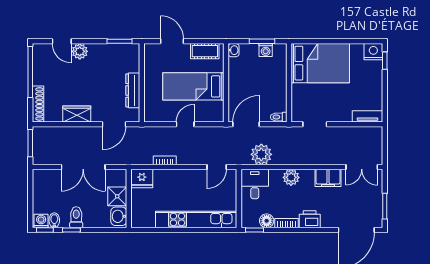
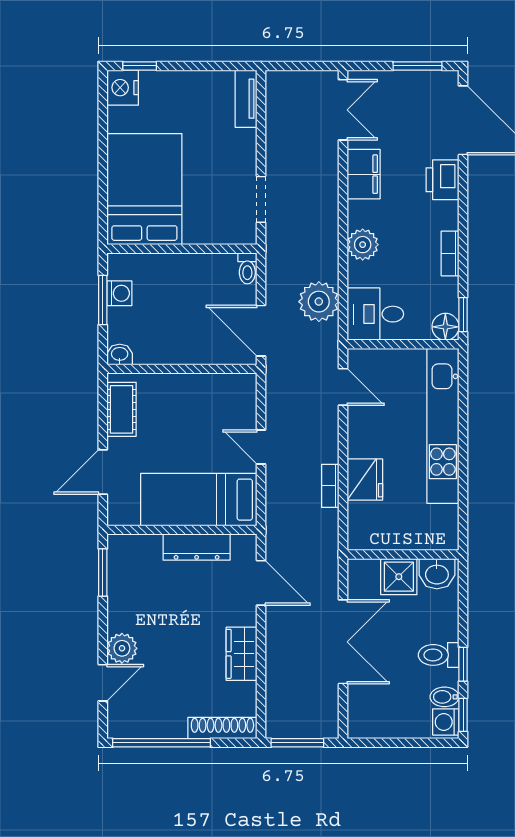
bed: (193, 86) -> (199, 500), moved, turned 90
fridge: (142, 179) -> (365, 480), moved
printer: (310, 219) -> (442, 180), moved
floor lamp: (267, 221) -> (445, 327), moved

